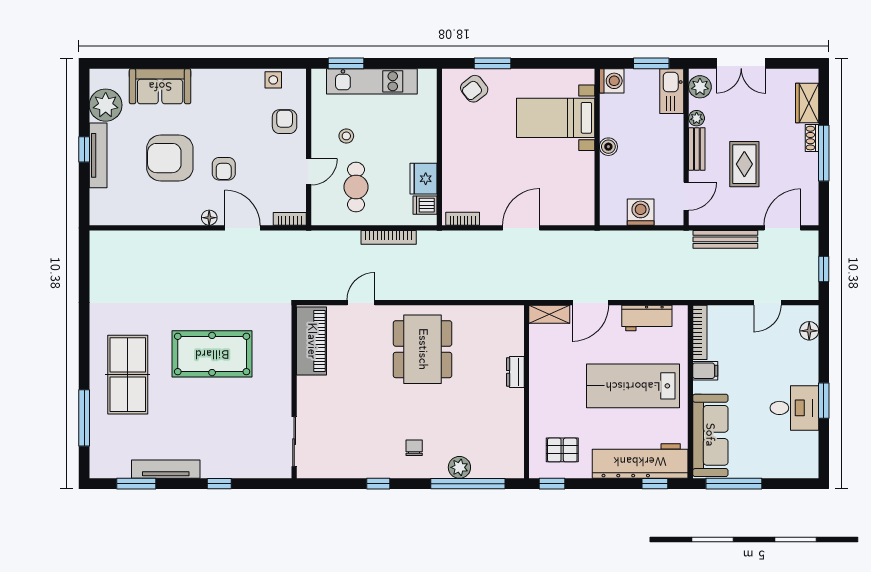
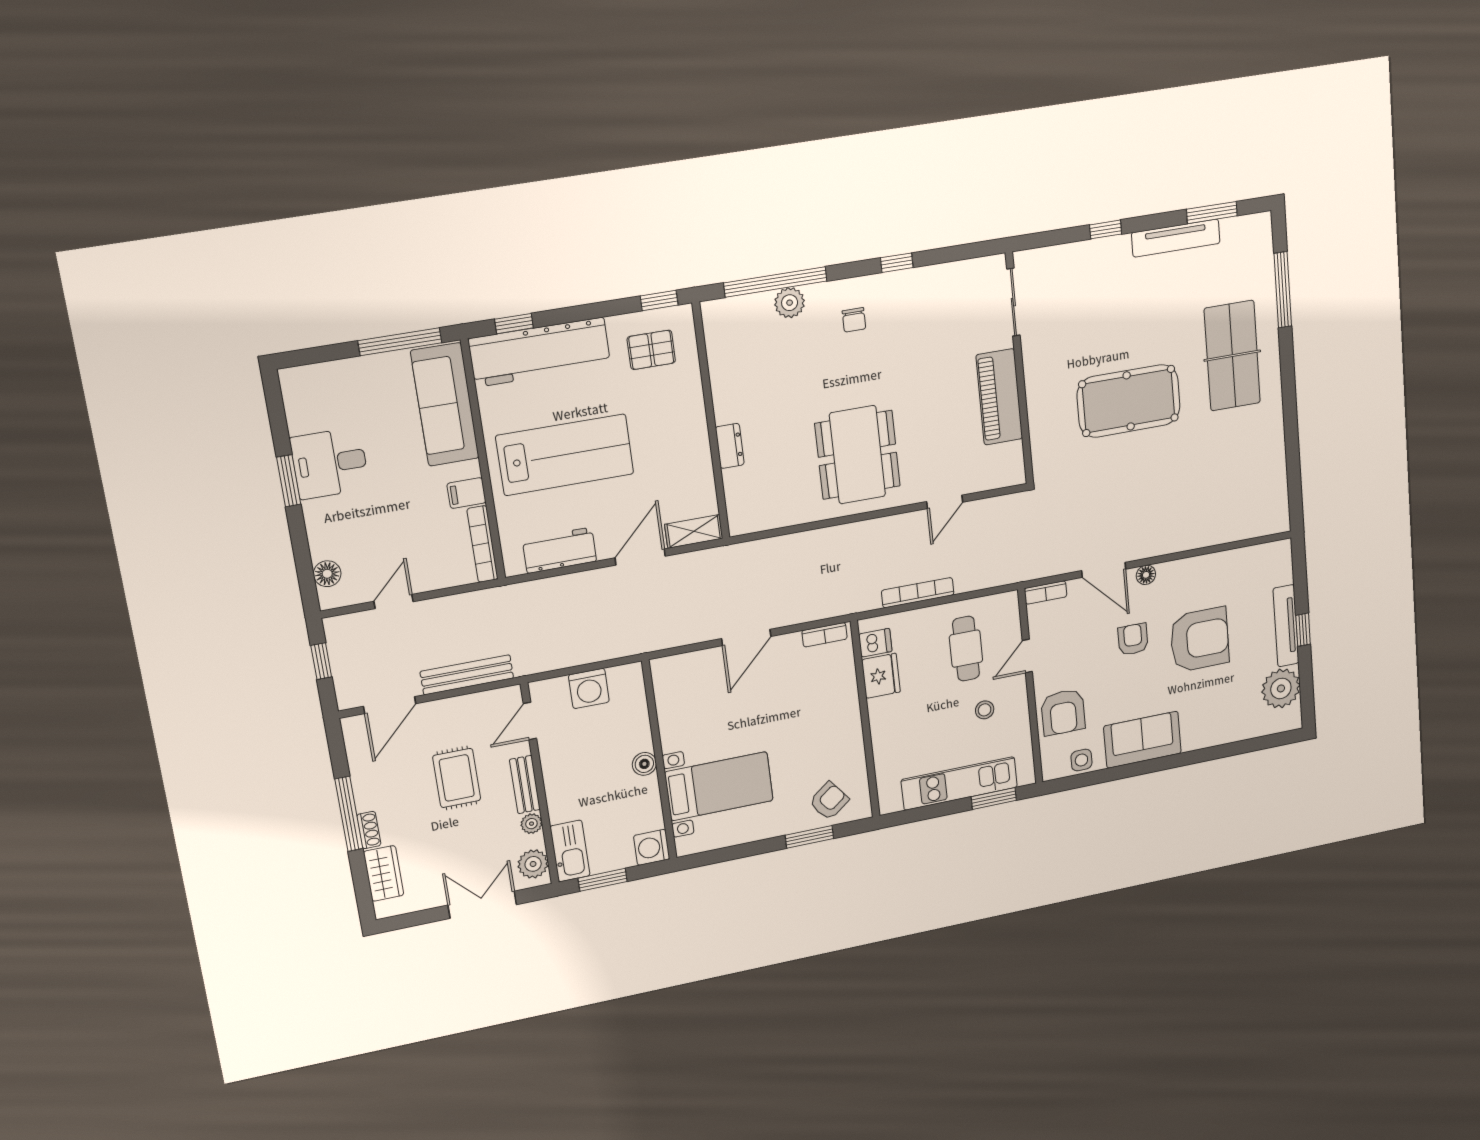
sofa: (160, 86) -> (1142, 740), moved
armchair: (285, 122) -> (1063, 712), width x1.38, depth x1.38
piano: (312, 341) -> (999, 397), moved

